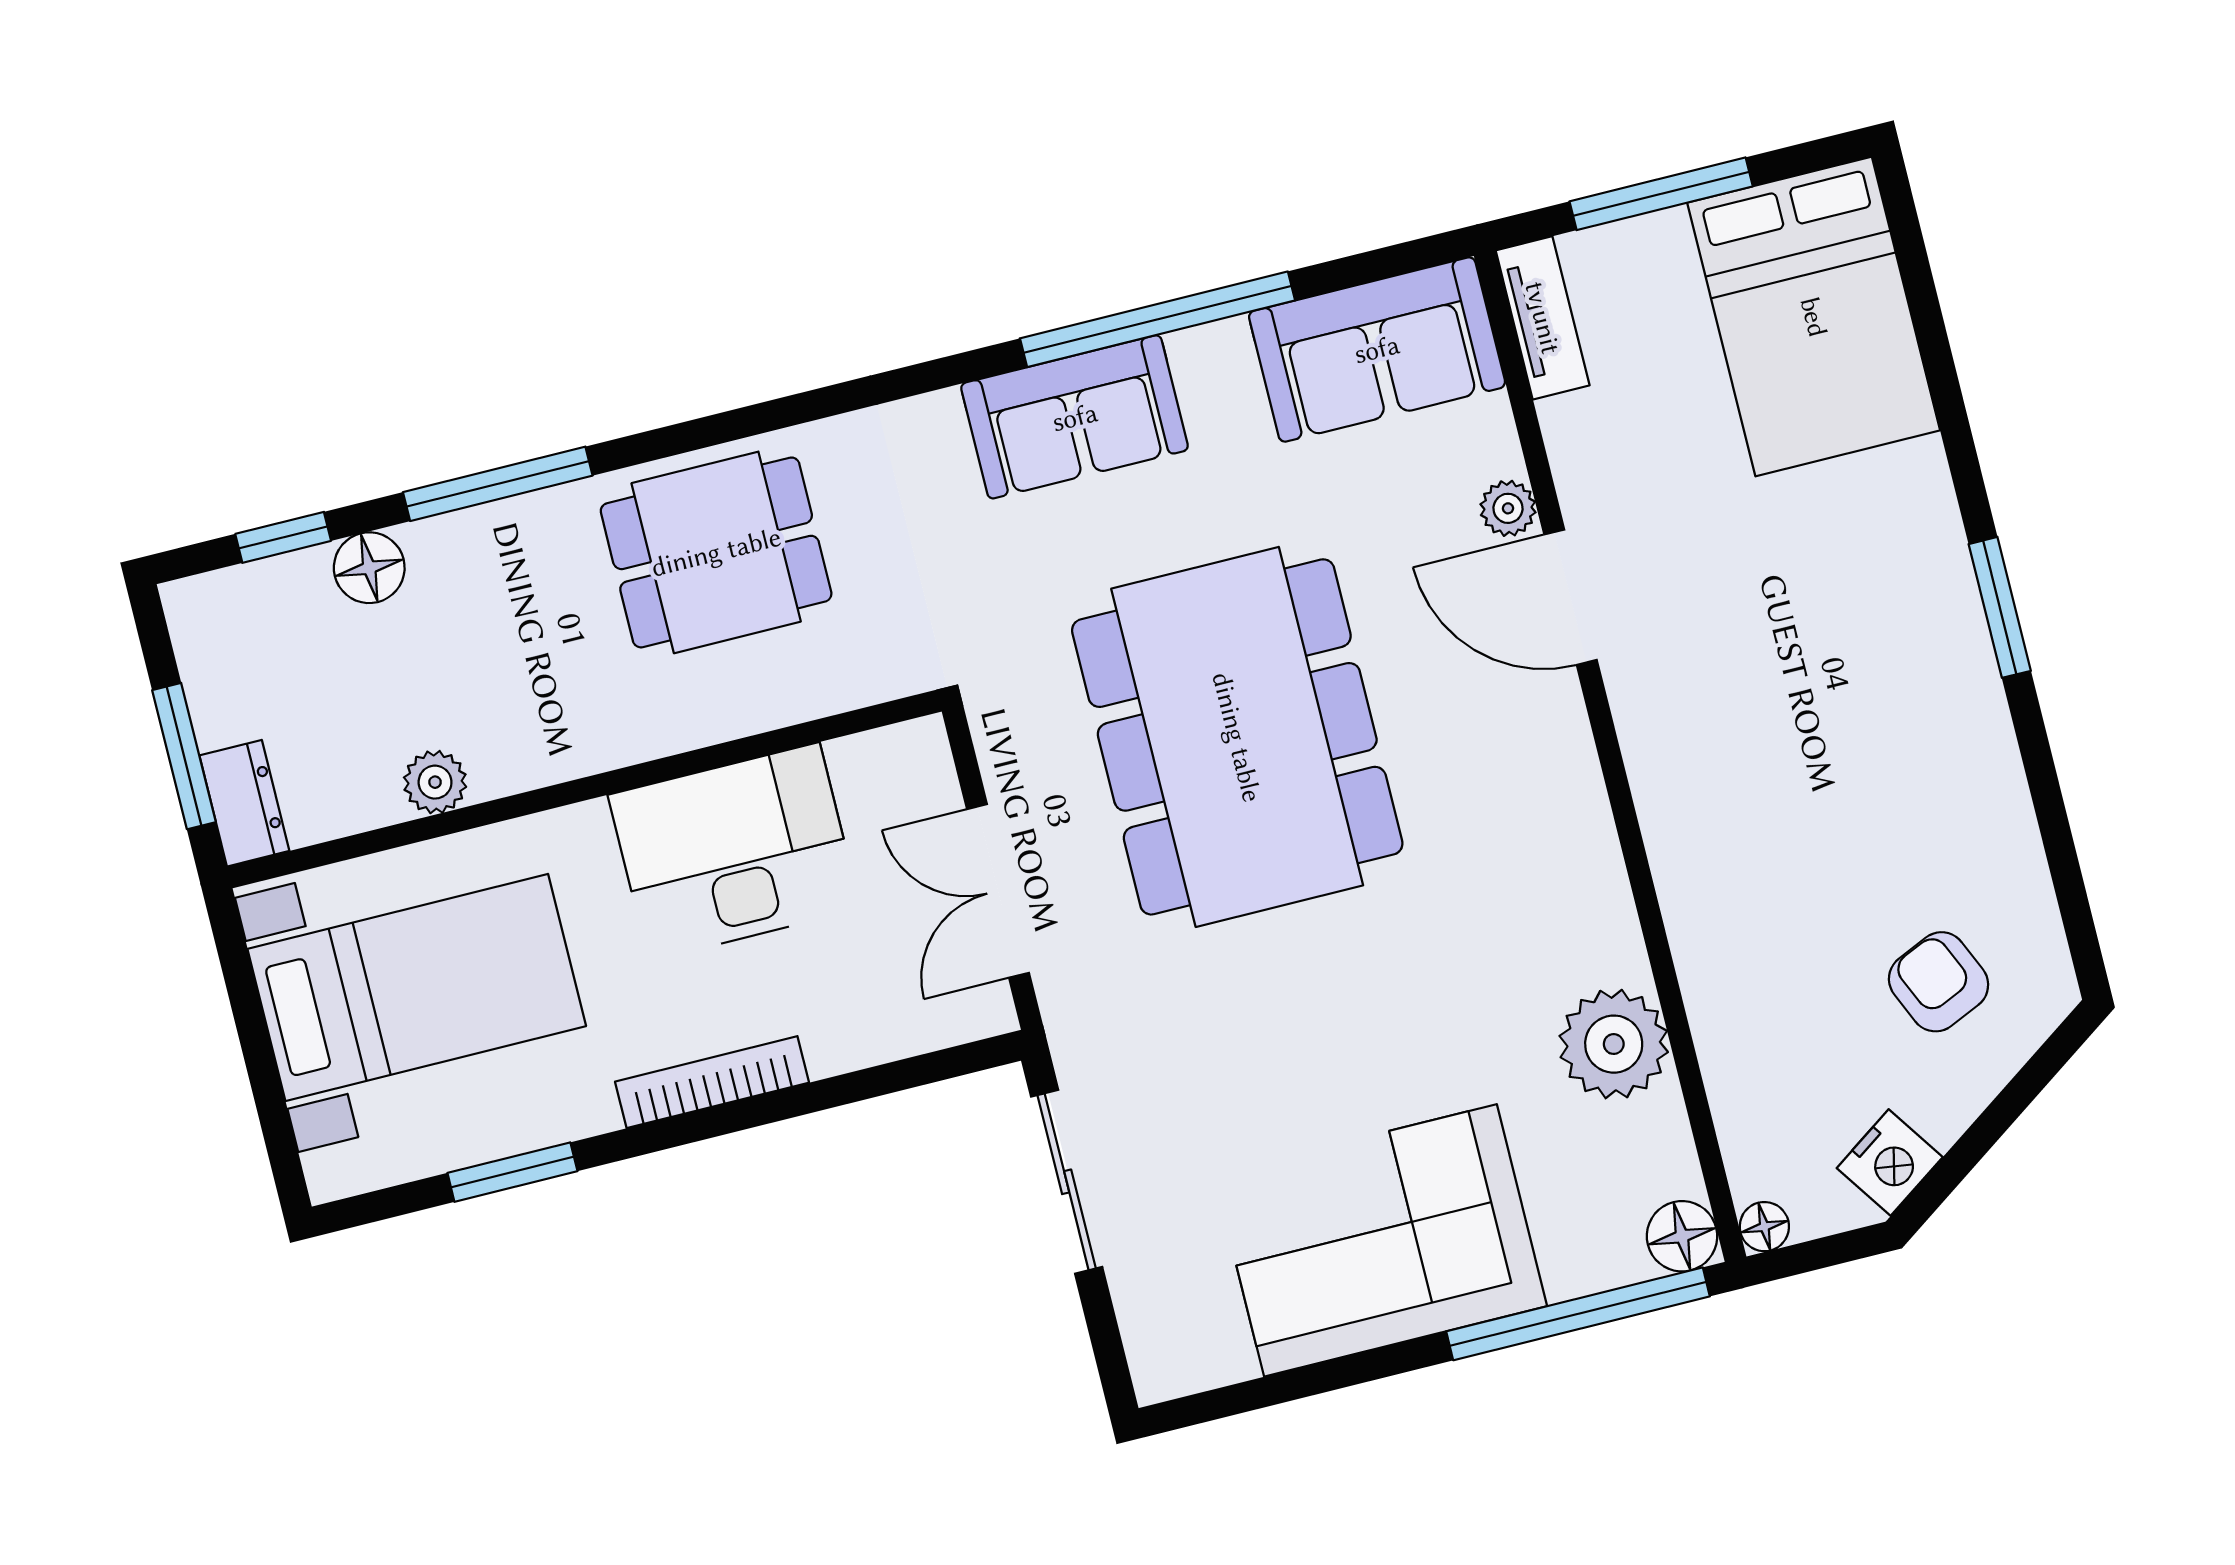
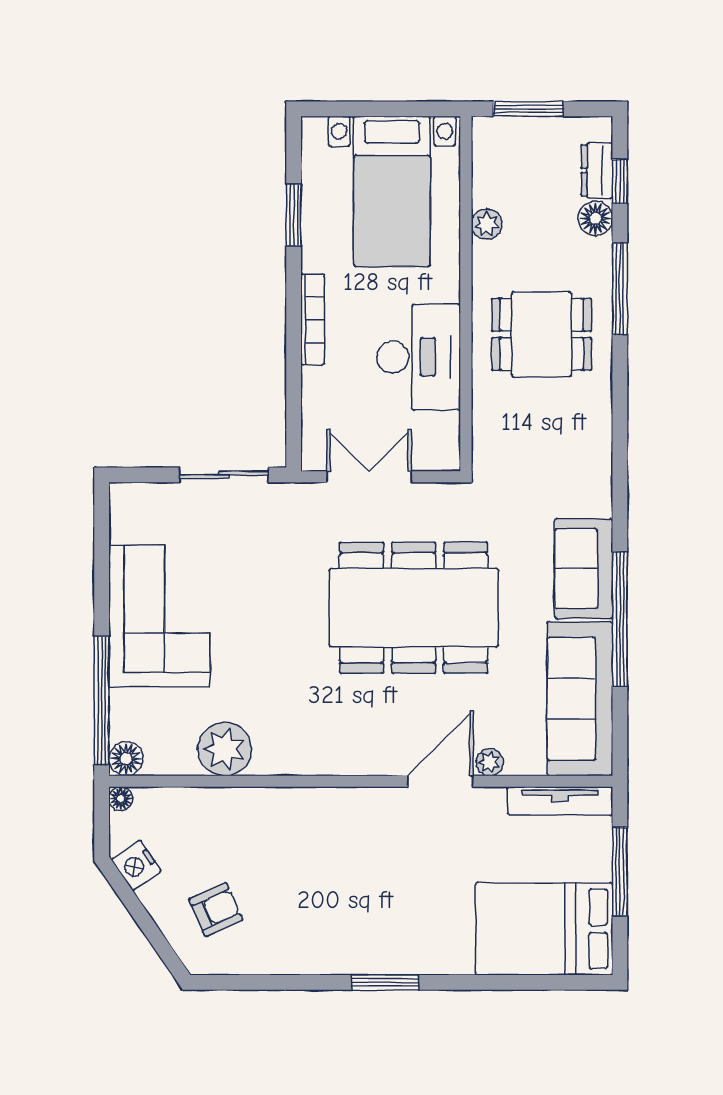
tv unit: (1543, 318) -> (560, 801), width x1.41
sofa: (1377, 349) -> (580, 699), width x1.36
dining table: (716, 552) -> (542, 334), moved, turned 90
dresser: (244, 803) -> (597, 170), moved, turned 90

